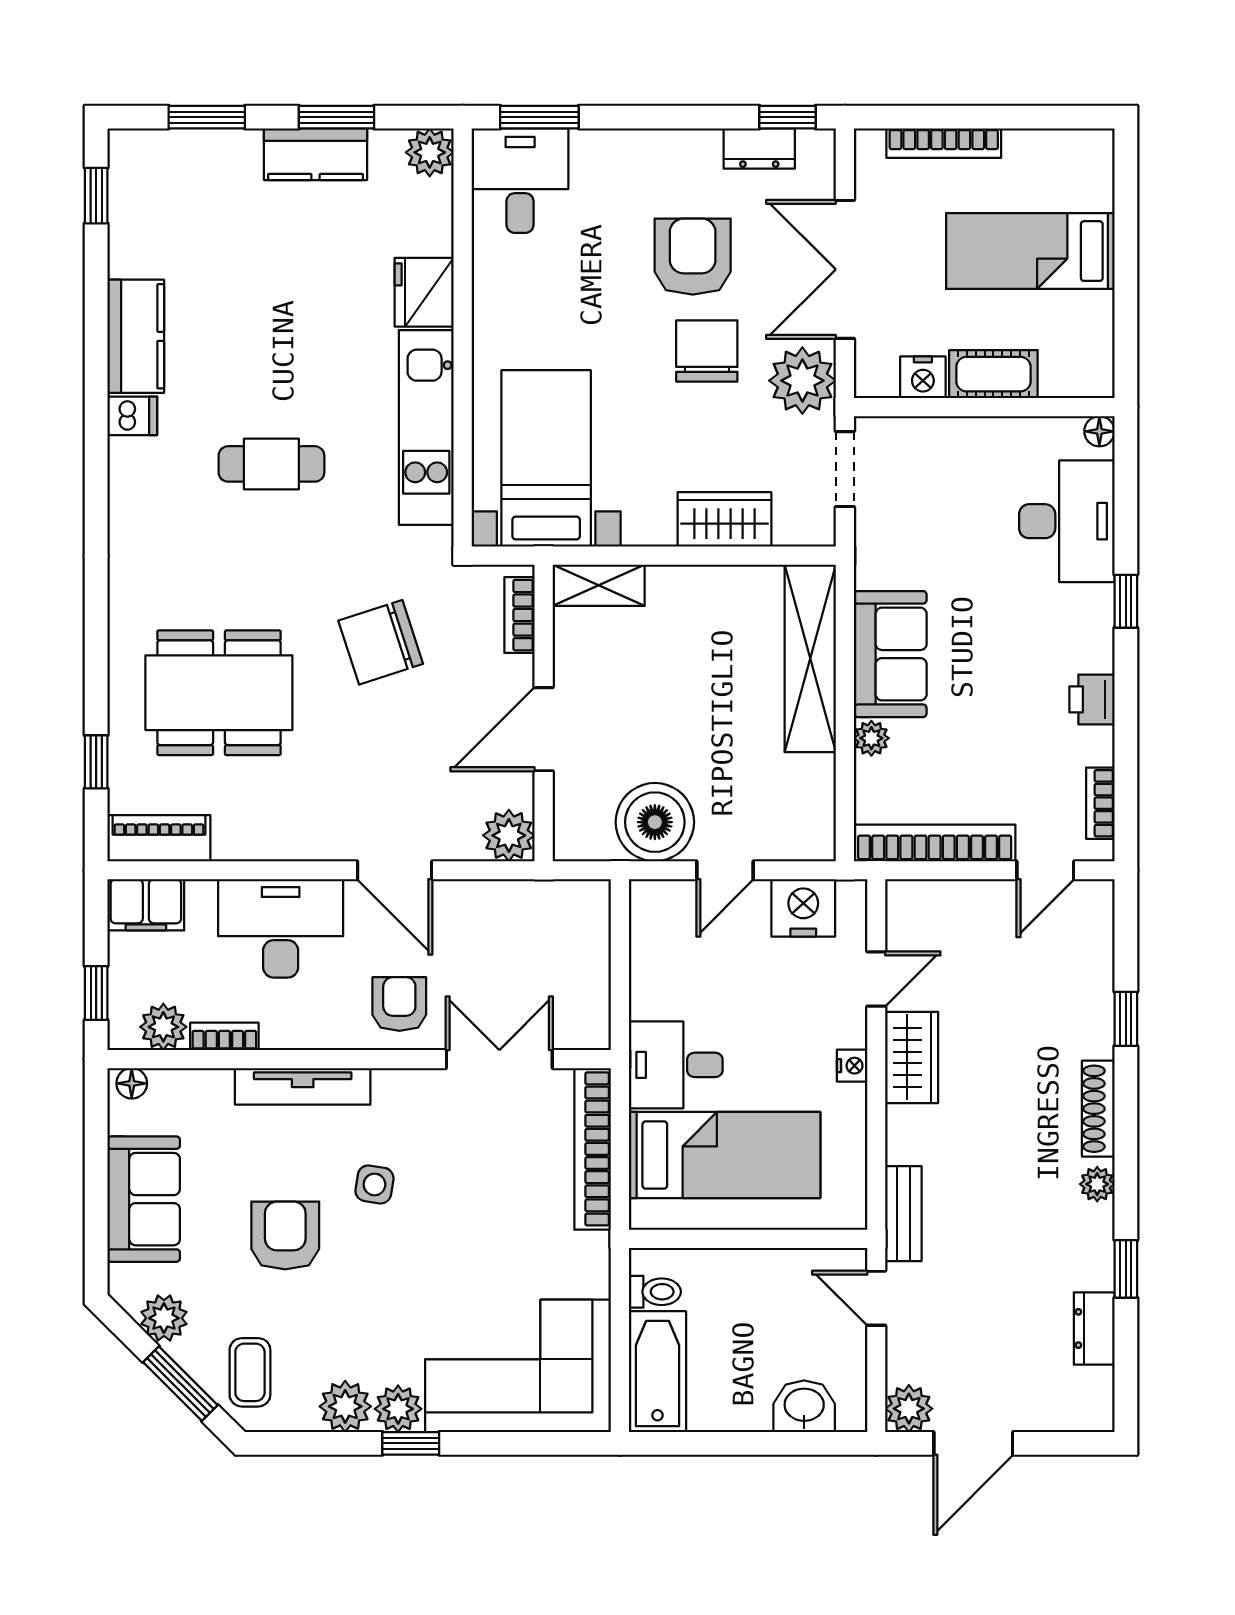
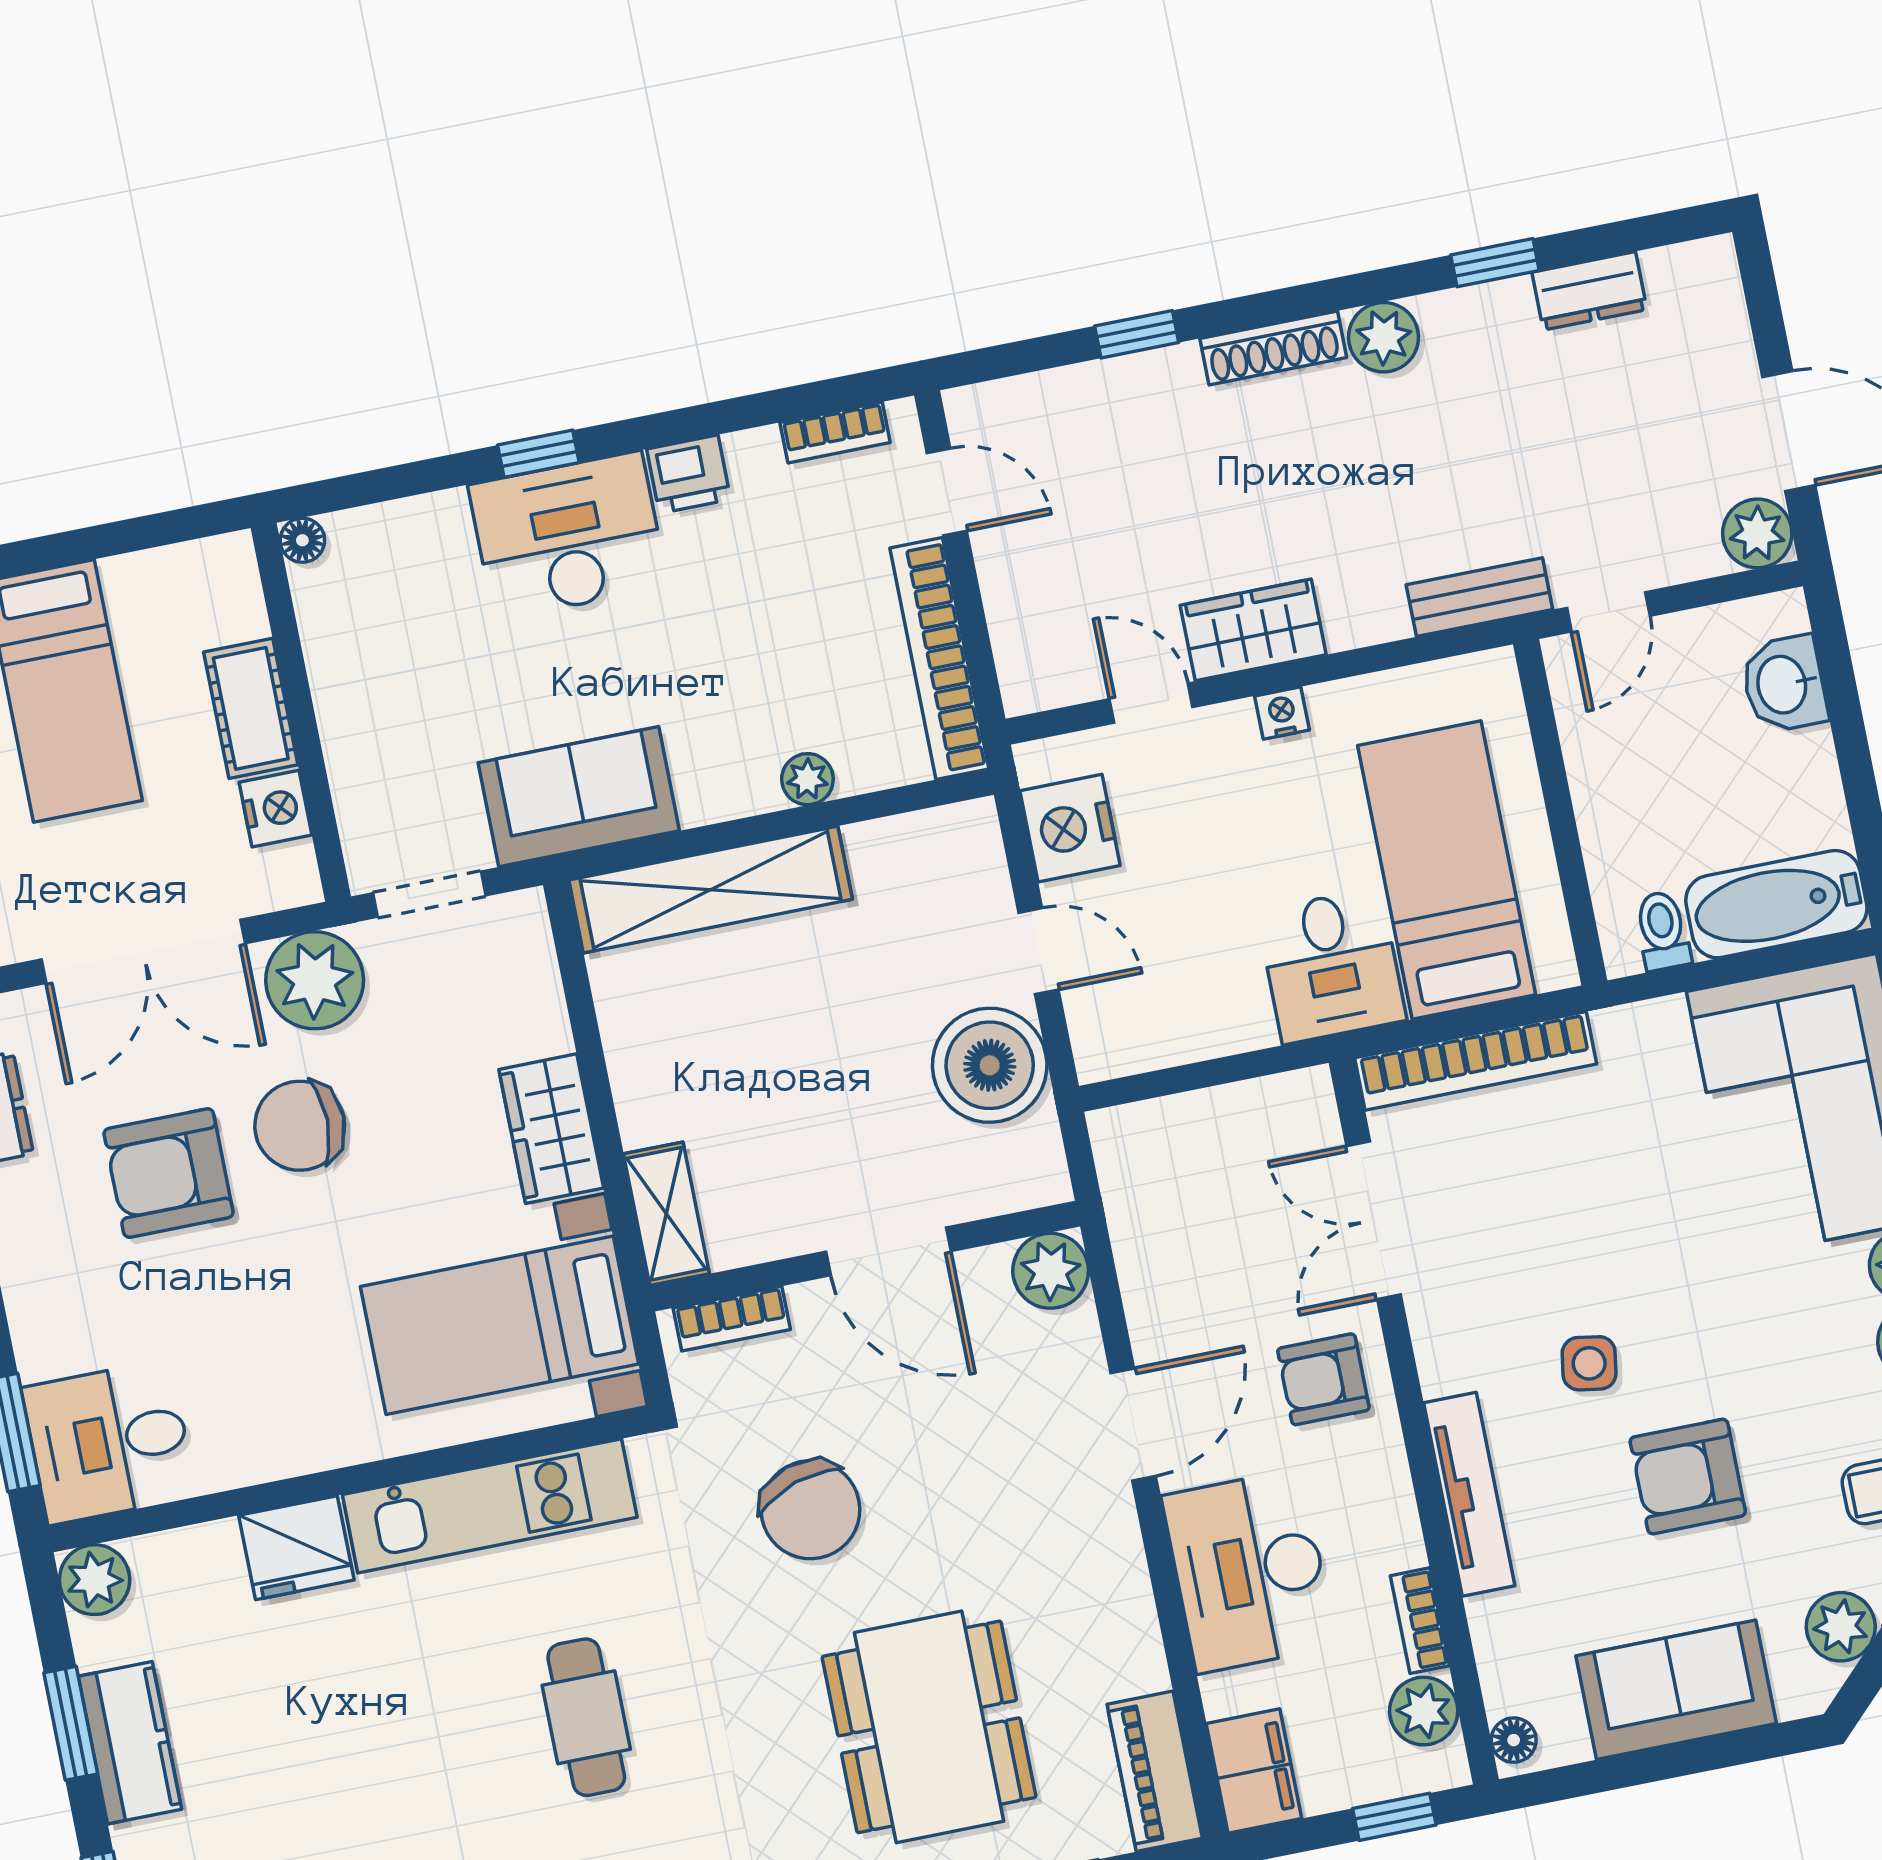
wardrobe: (724, 519) -> (551, 1129), moved
desk: (1067, 521) -> (568, 536), moved
sofa: (890, 654) -> (579, 797), moved
plant: (1097, 1184) -> (1384, 337), width x1.38, depth x1.38

